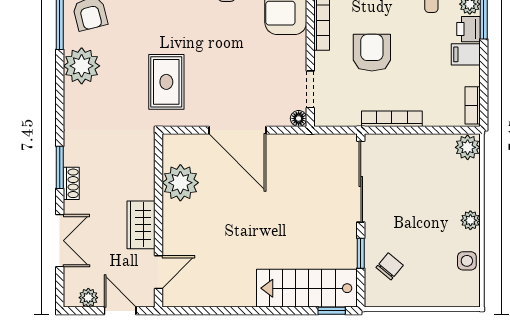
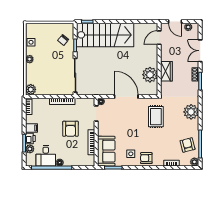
plant: (82, 66) -> (191, 112), moved
wardrobe: (141, 225) -> (166, 71), moved
stairs: (307, 288) -> (105, 35), width x1.36, depth x1.51

